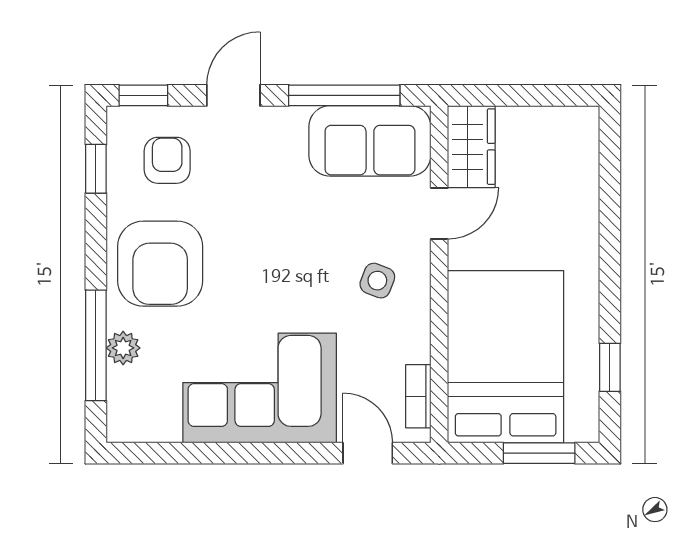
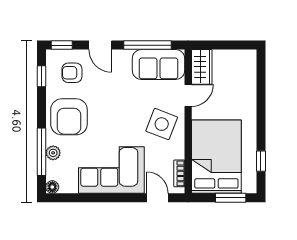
door: (233, 95) -> (100, 45), swing flipped
armchair: (167, 160) -> (72, 73), turned -90
side table: (377, 281) -> (162, 124), width x1.87, depth x1.87
floor lamp: (121, 428) -> (52, 187), added

